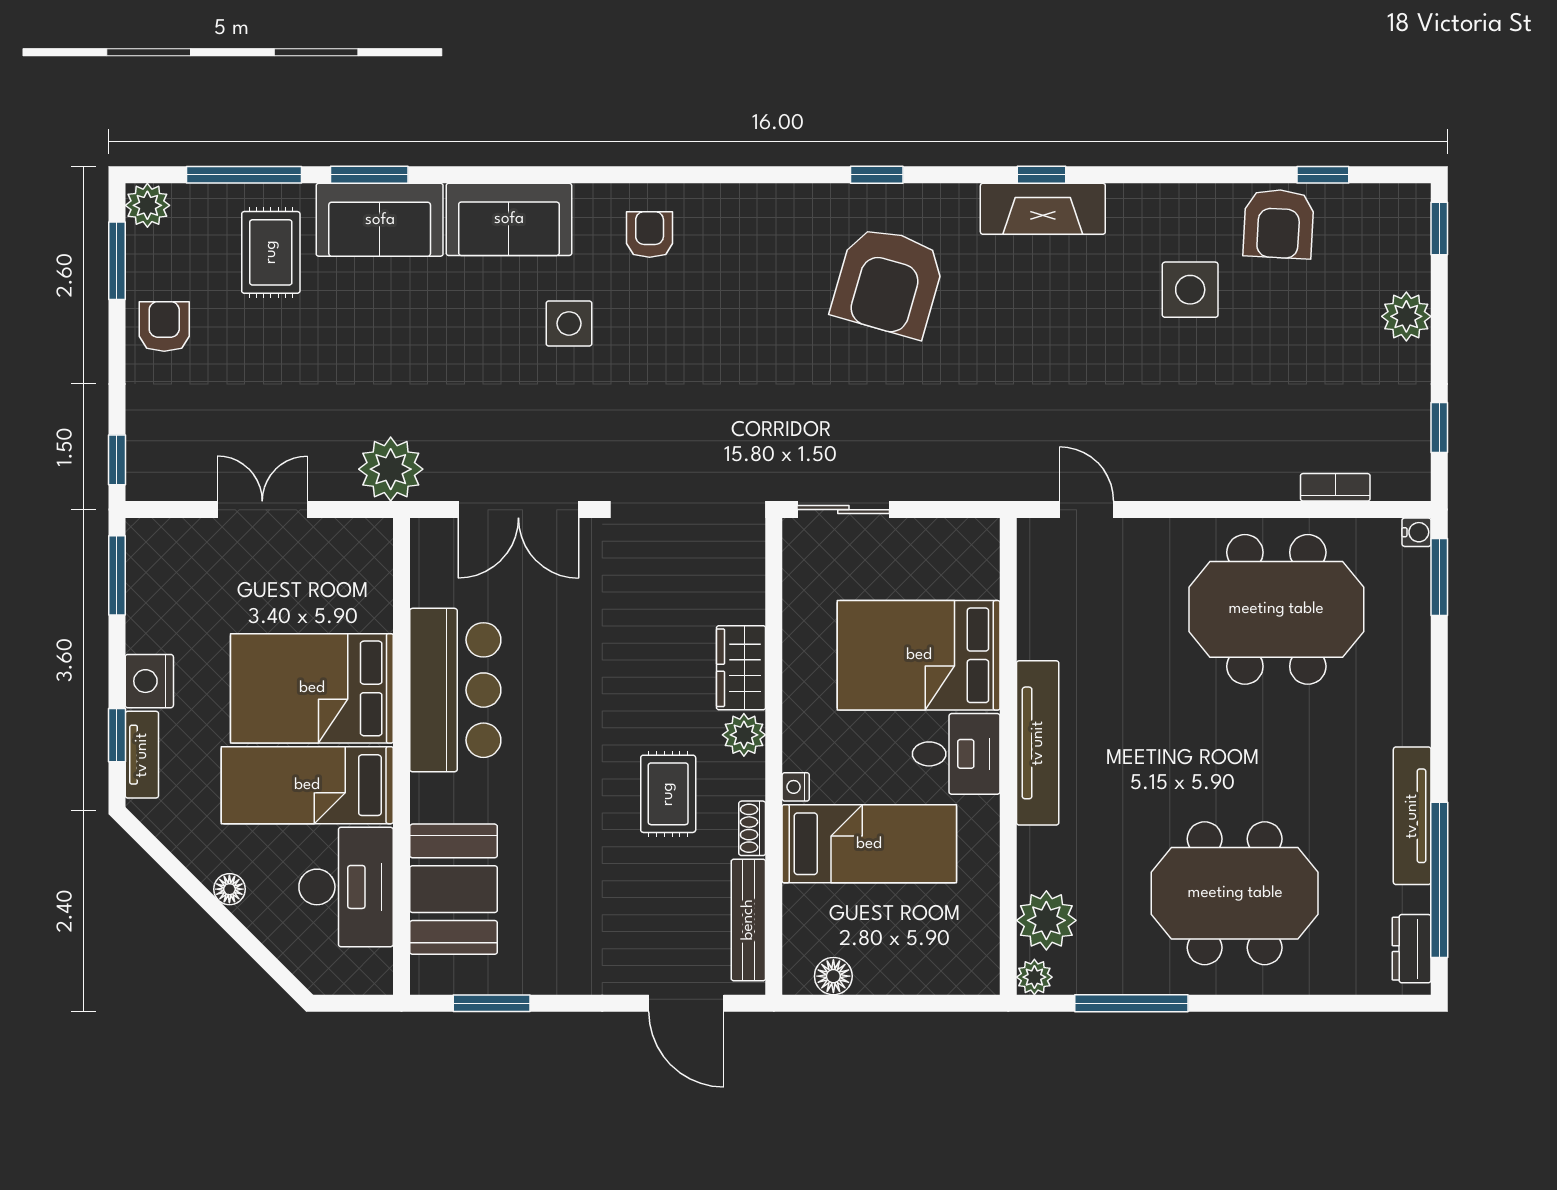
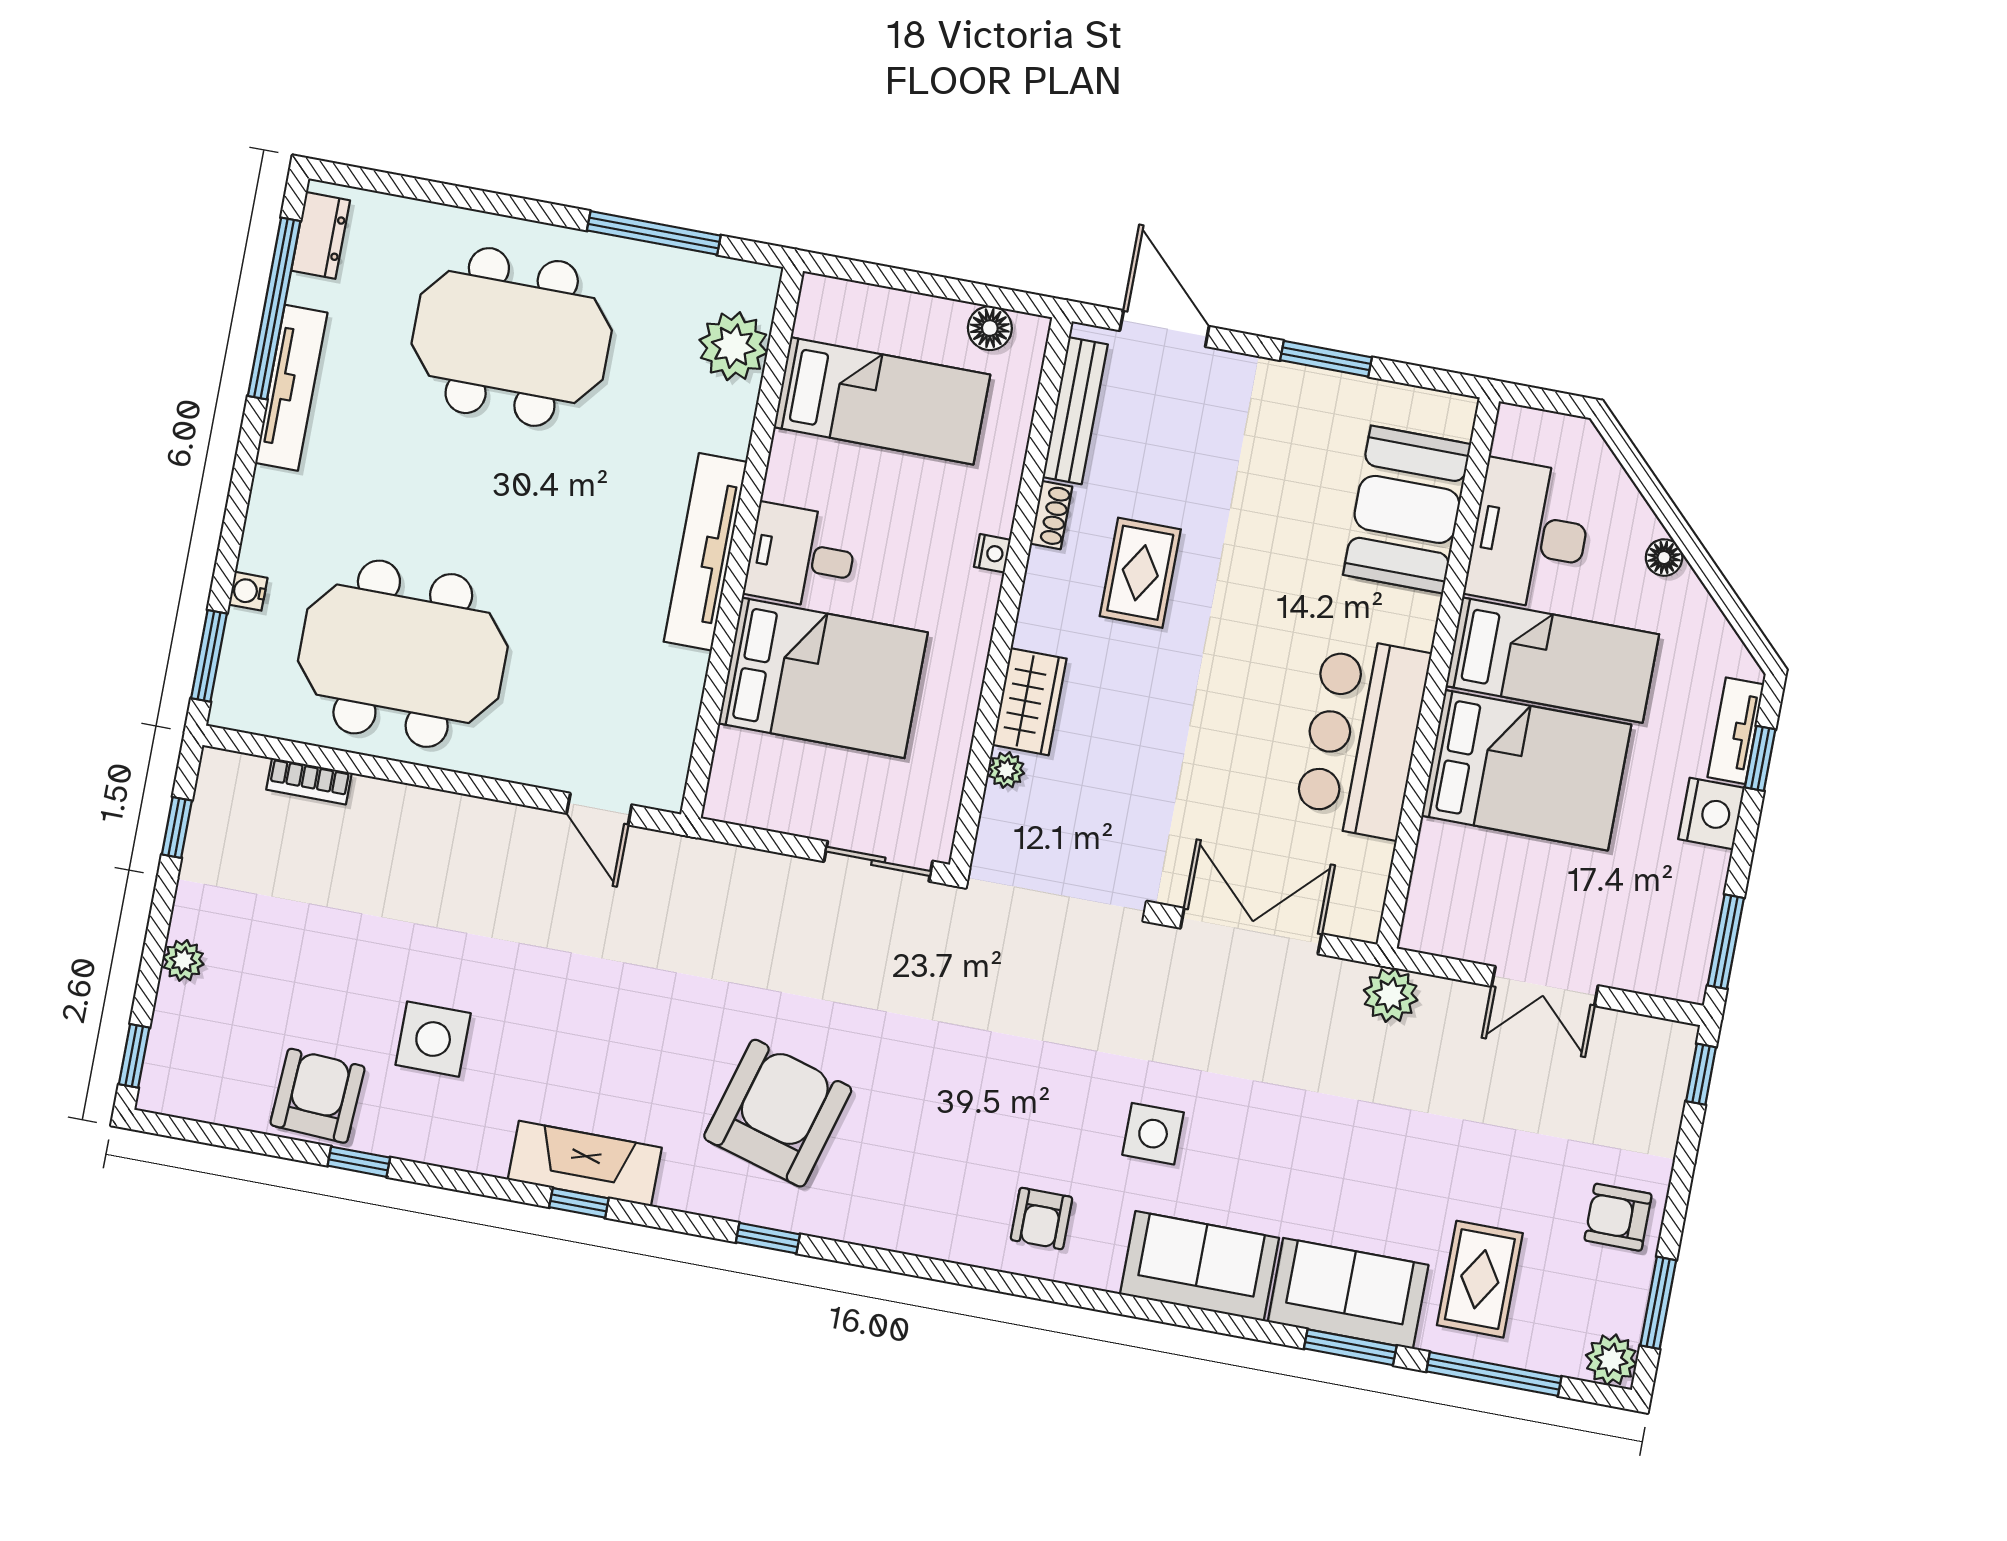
window: (1323, 175) -> (359, 1162), moved
plant: (1406, 316) -> (183, 960), width x0.73, depth x0.73
armchair: (164, 326) -> (1618, 1217), turned 90
plant: (391, 469) -> (1391, 995), width x0.73, depth x0.73
water cooler: (1417, 532) -> (248, 591), moved
plant: (744, 735) -> (1006, 770), moved, width x0.73, depth x0.73
bed: (869, 844) -> (882, 401), moved, turned 180
plant: (1034, 977) -> (759, 284), removed
window: (492, 1003) -> (1326, 359), moved

